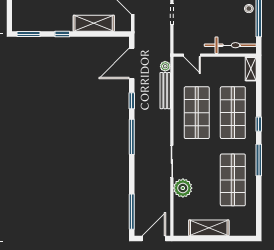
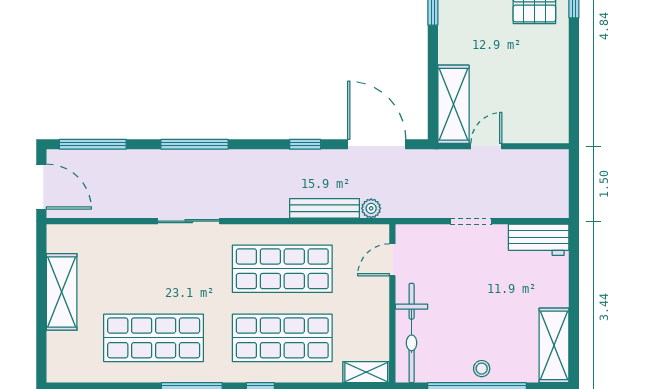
shelving: (94, 23) -> (453, 104), moved
window: (132, 137) -> (194, 144), moved
plant: (183, 188) -> (138, 242), removed

